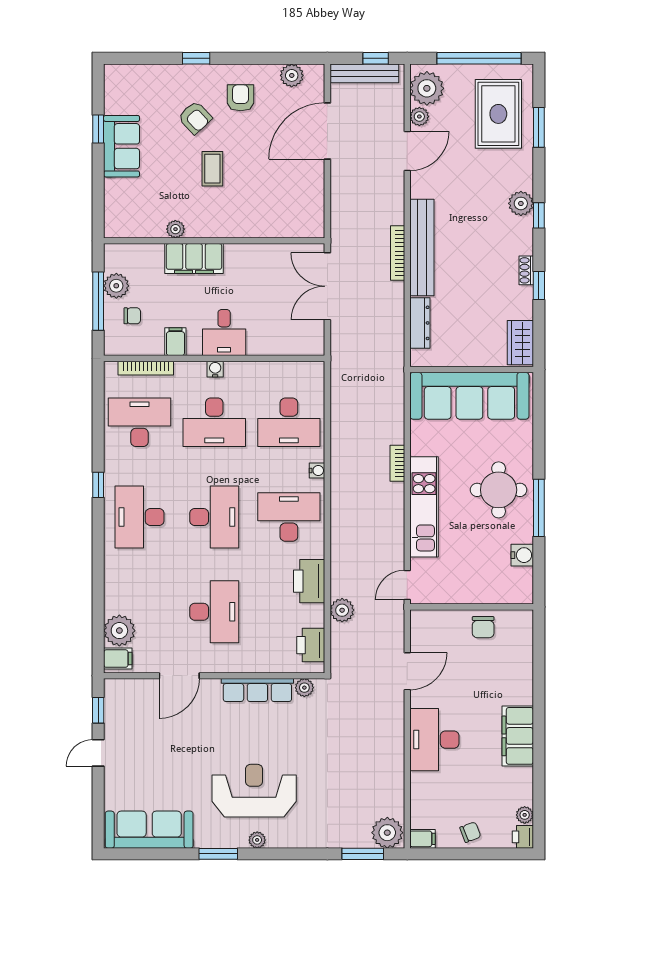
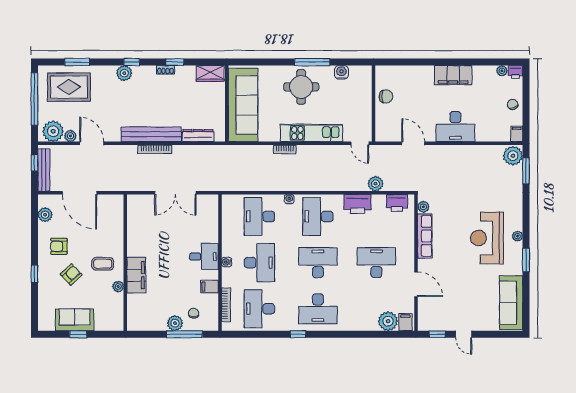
sofa: (122, 146) -> (75, 320), moved
plant: (175, 229) -> (118, 287), moved
wall: (214, 241) -> (125, 263), moved
filing cabinet: (194, 259) -> (136, 275), moved
desk: (289, 422) -> (259, 216), turned 180

